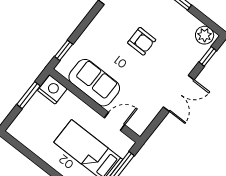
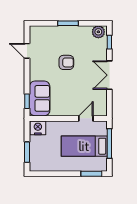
sofa: (94, 83) -> (40, 98), moved, turned 90
double door: (179, 93) -> (109, 75), swing flipped
window: (28, 95) -> (27, 152), moved

